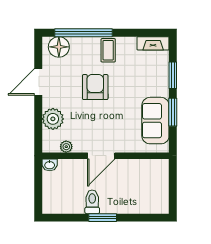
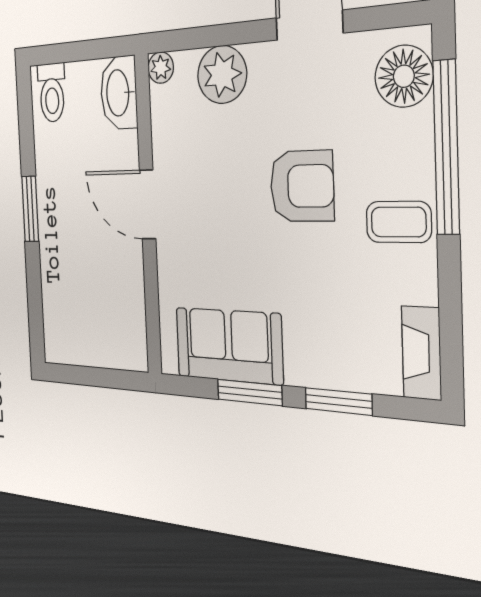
plant: (66, 147) -> (161, 68), moved
washbasin: (50, 165) -> (119, 93), width x1.91, depth x1.45
toilet: (92, 202) -> (52, 93), moved, turned 90

